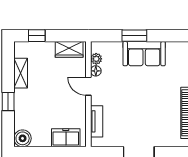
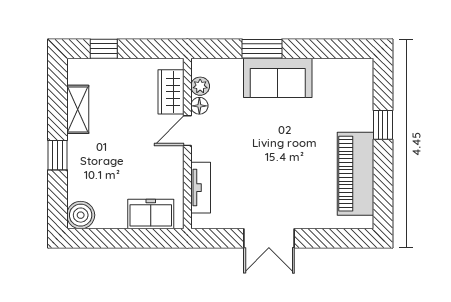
wardrobe: (69, 49) -> (171, 92), moved, turned 90
door: (88, 86) -> (187, 131), hinge flipped

